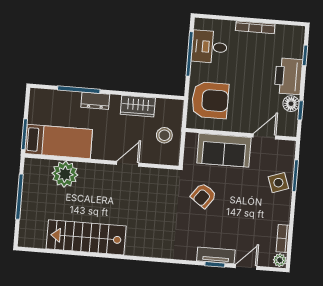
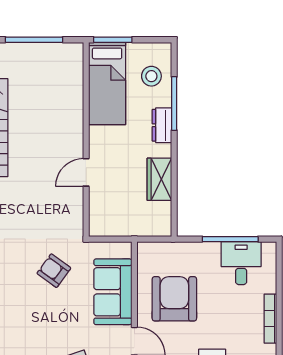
armchair: (210, 100) -> (174, 299), moved, turned 180
stool: (164, 135) -> (151, 76), moved
door: (128, 164) -> (86, 172), swing flipped
plant: (65, 174) -> (67, 95), removed

